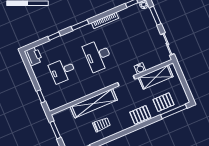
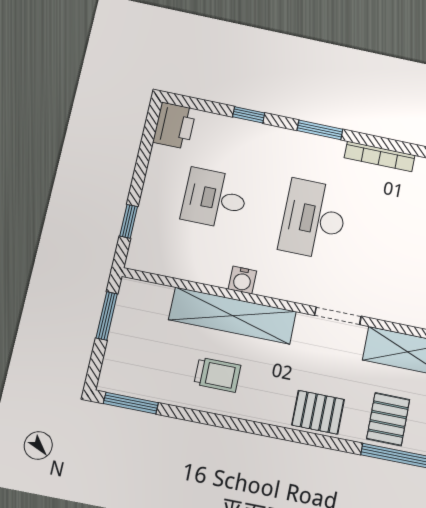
water cooler: (140, 68) -> (242, 280), moved
pallet: (163, 102) -> (388, 419), turned 90

